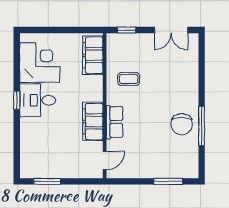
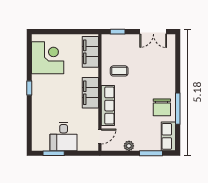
desk: (38, 100) -> (64, 136), moved, turned -90
filing cabinet: (93, 121) -> (90, 93), moved
row of seats: (115, 122) -> (108, 106), width x1.48
row of seats: (190, 160) -> (168, 136), added
plant: (141, 172) -> (129, 146), added

